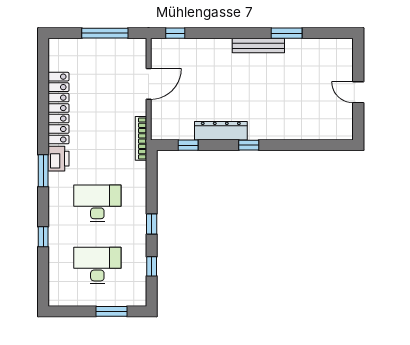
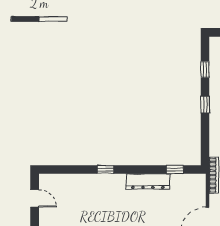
door: (358, 92) -> (35, 198), moved
window: (249, 145) -> (105, 170), moved

